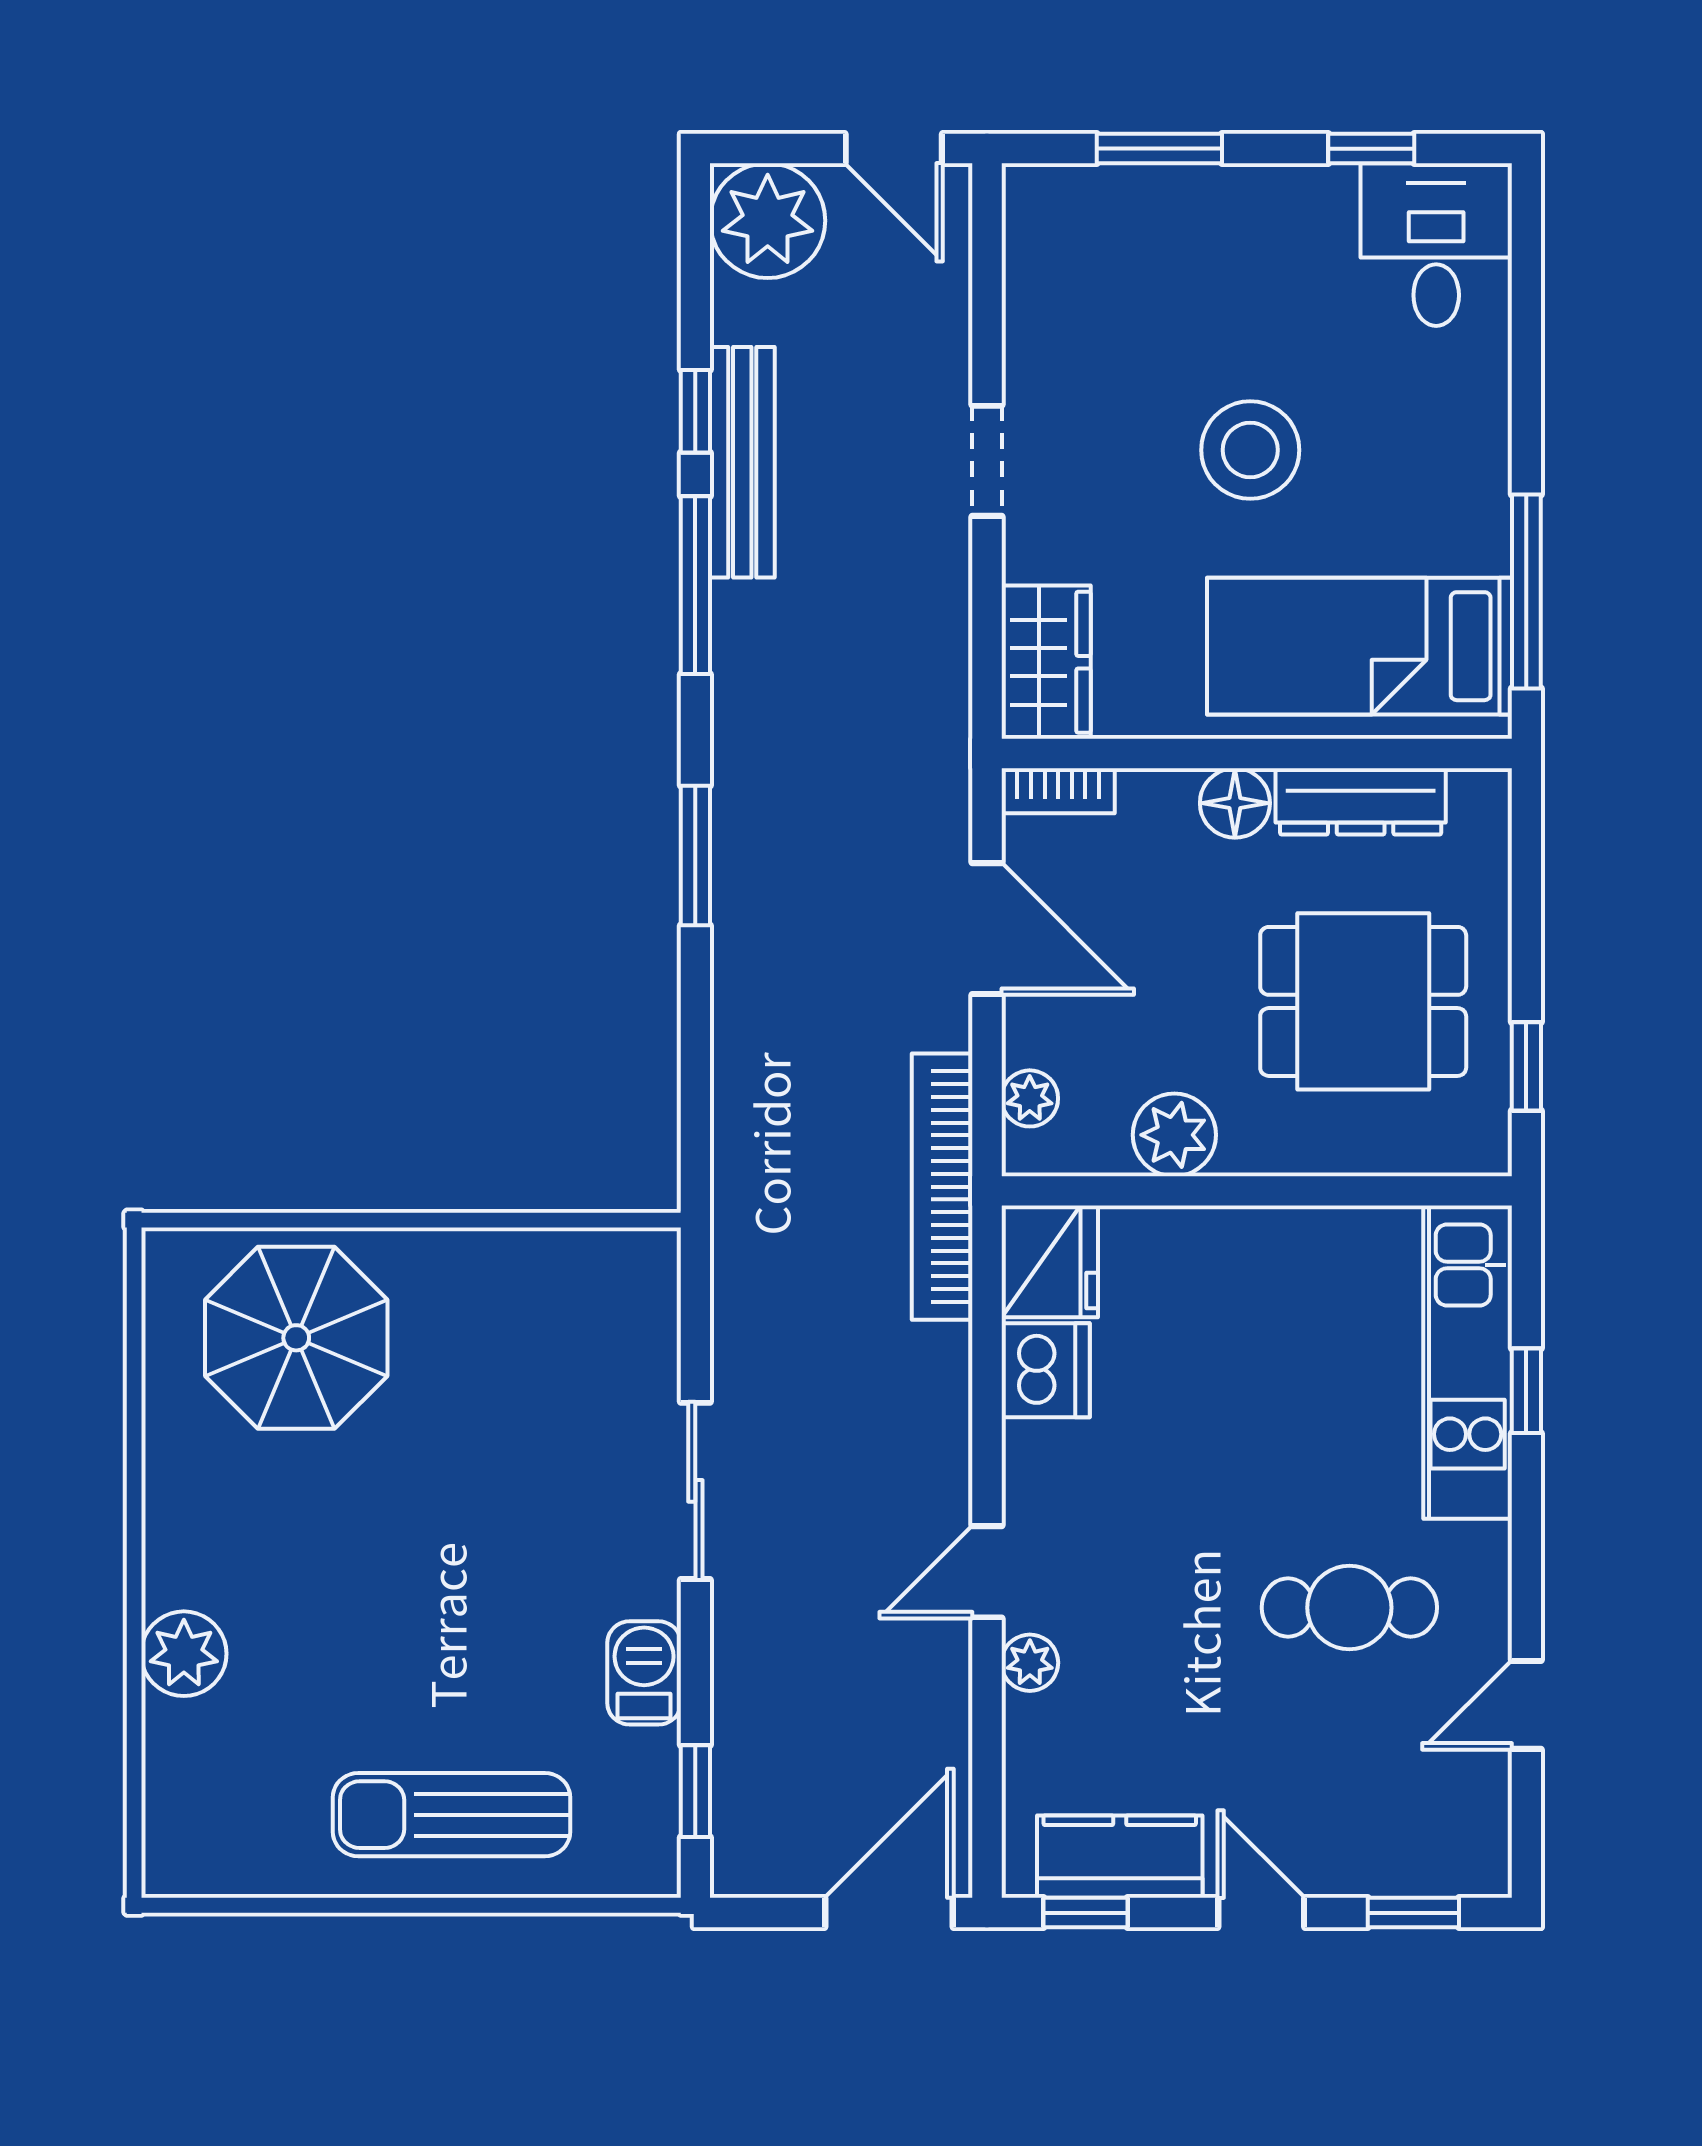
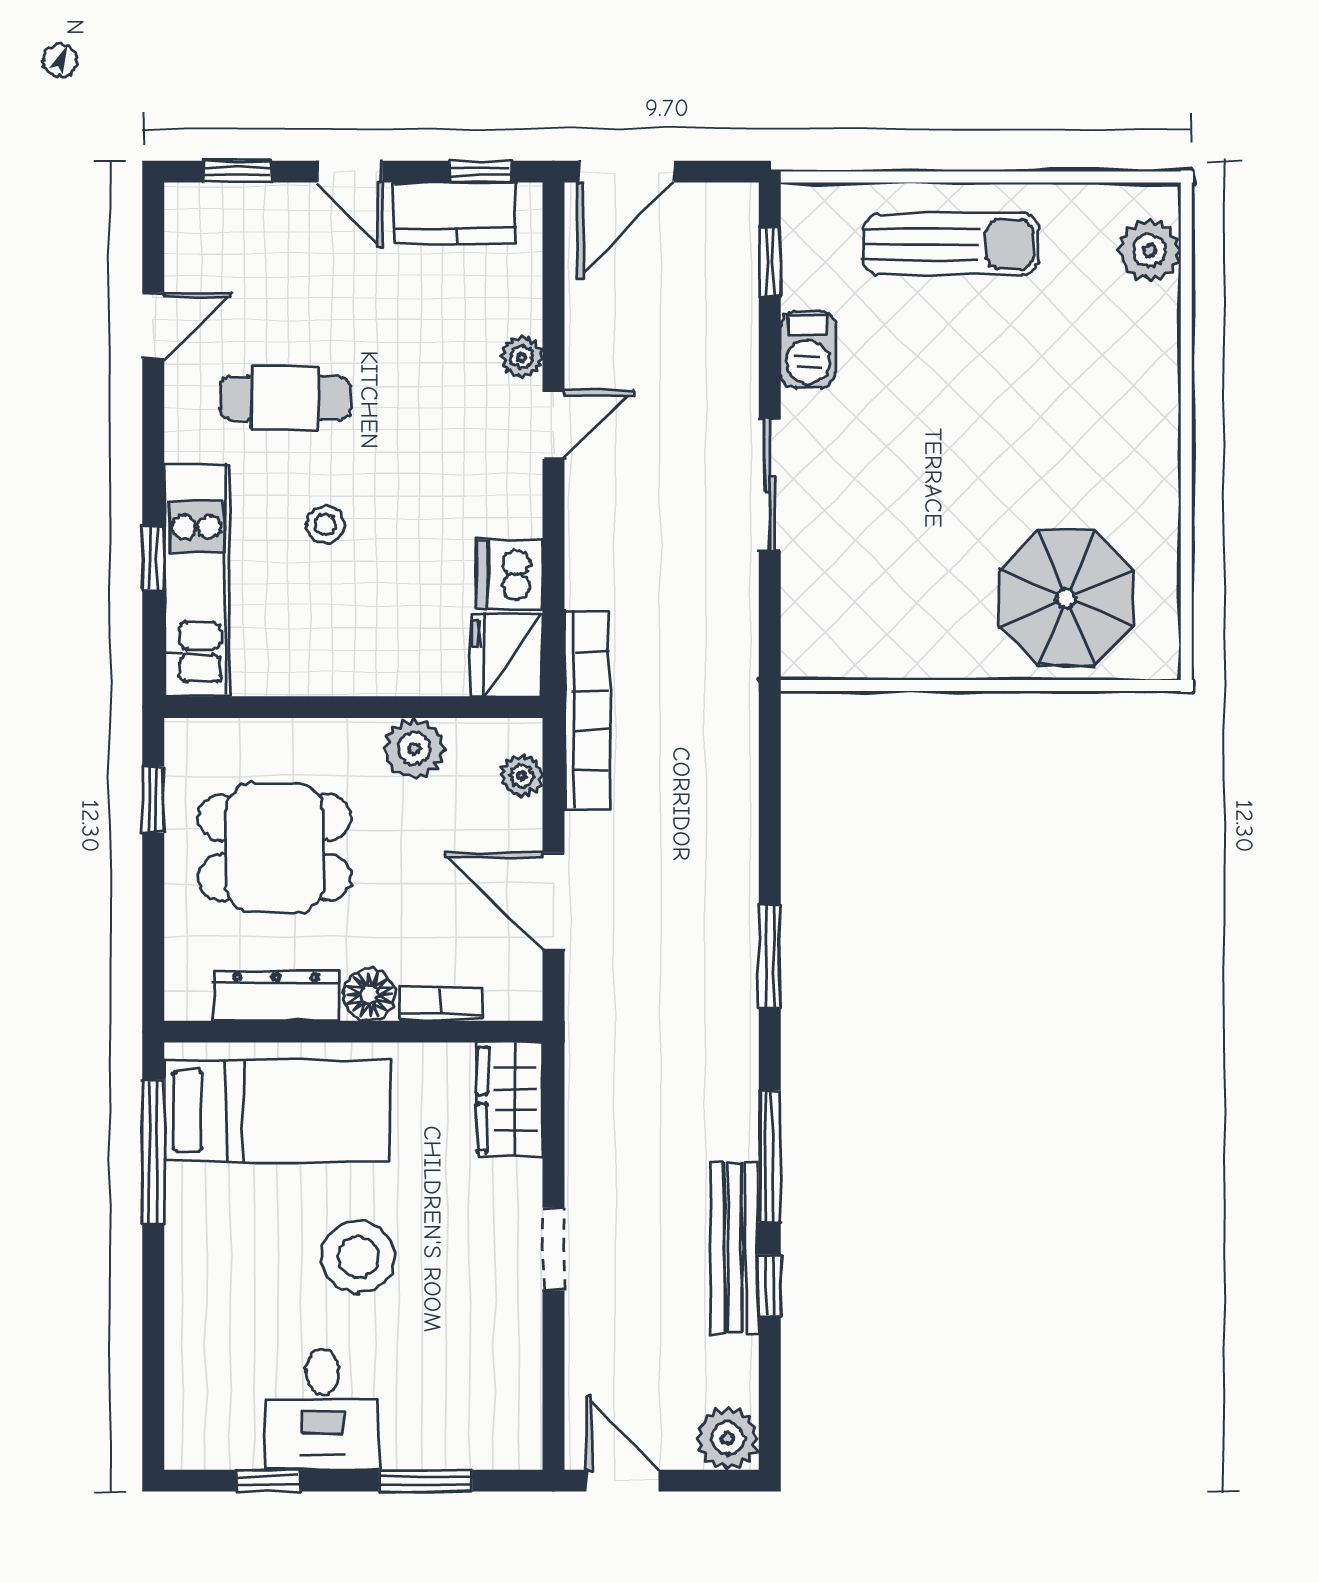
plant: (768, 221) -> (728, 1438), width x0.73, depth x0.73
desk: (1436, 245) -> (323, 1409), moved
bookcase: (1058, 791) -> (442, 1004), moved
stool: (1295, 1437) -> (325, 525), added
plant: (184, 1654) -> (1149, 250), moved

